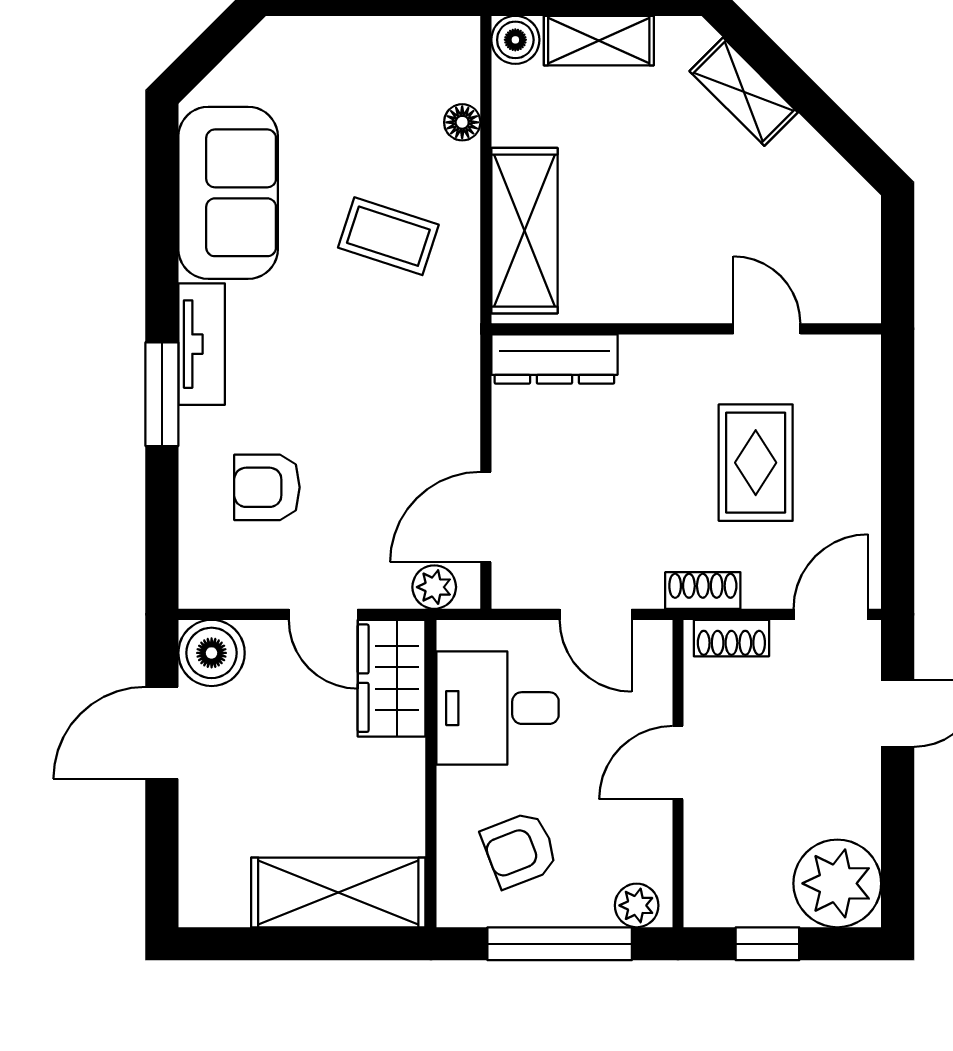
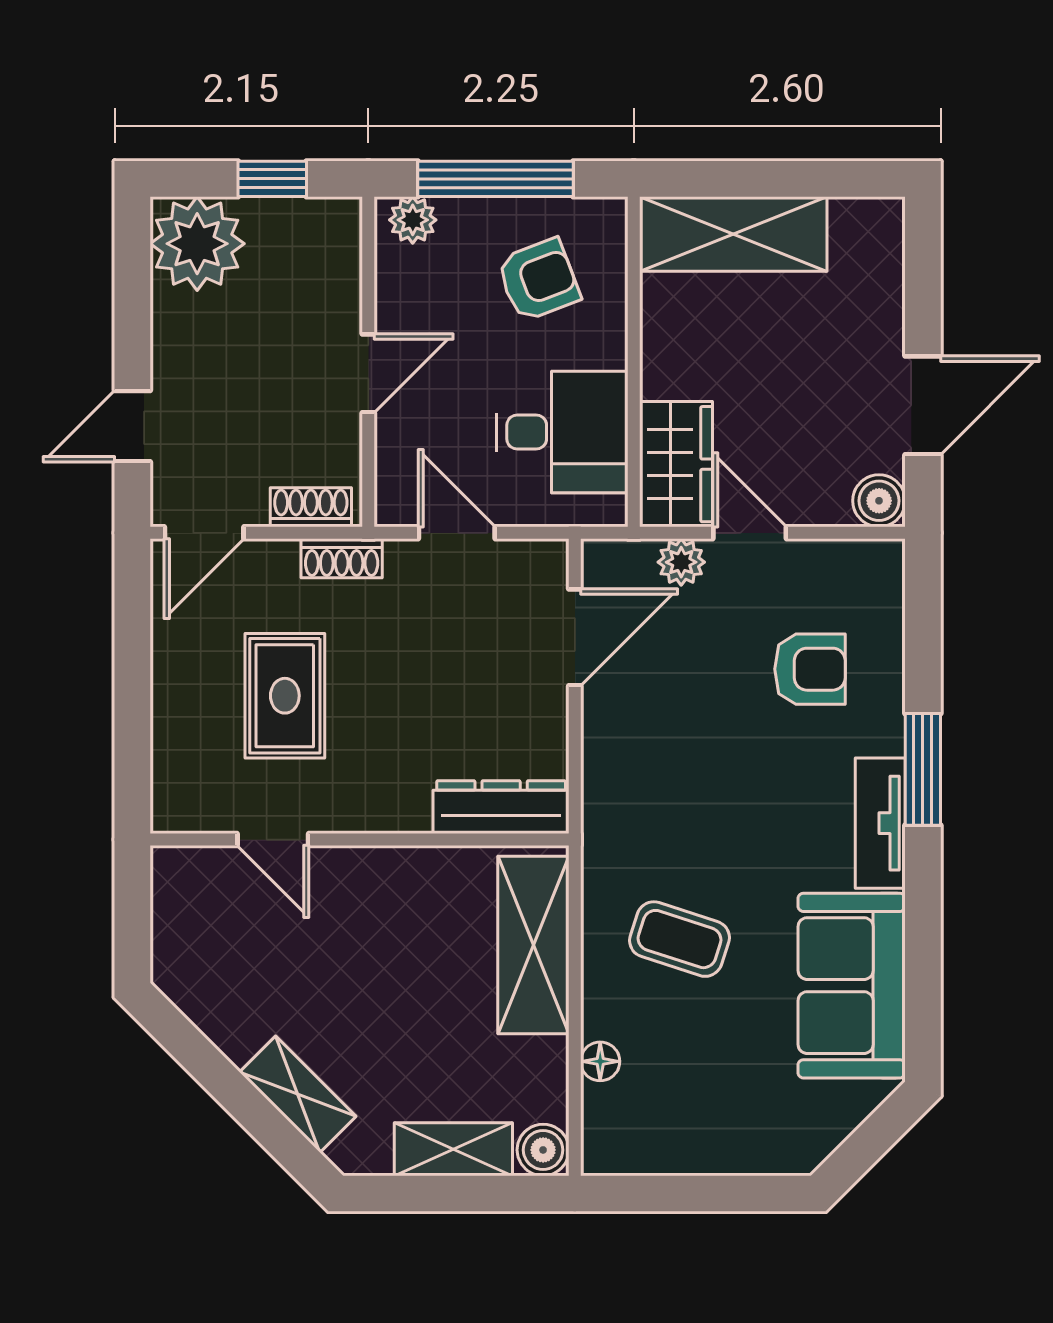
plant: (434, 587) -> (681, 562), moved
boiler: (212, 653) -> (879, 501), width x0.73, depth x0.73

